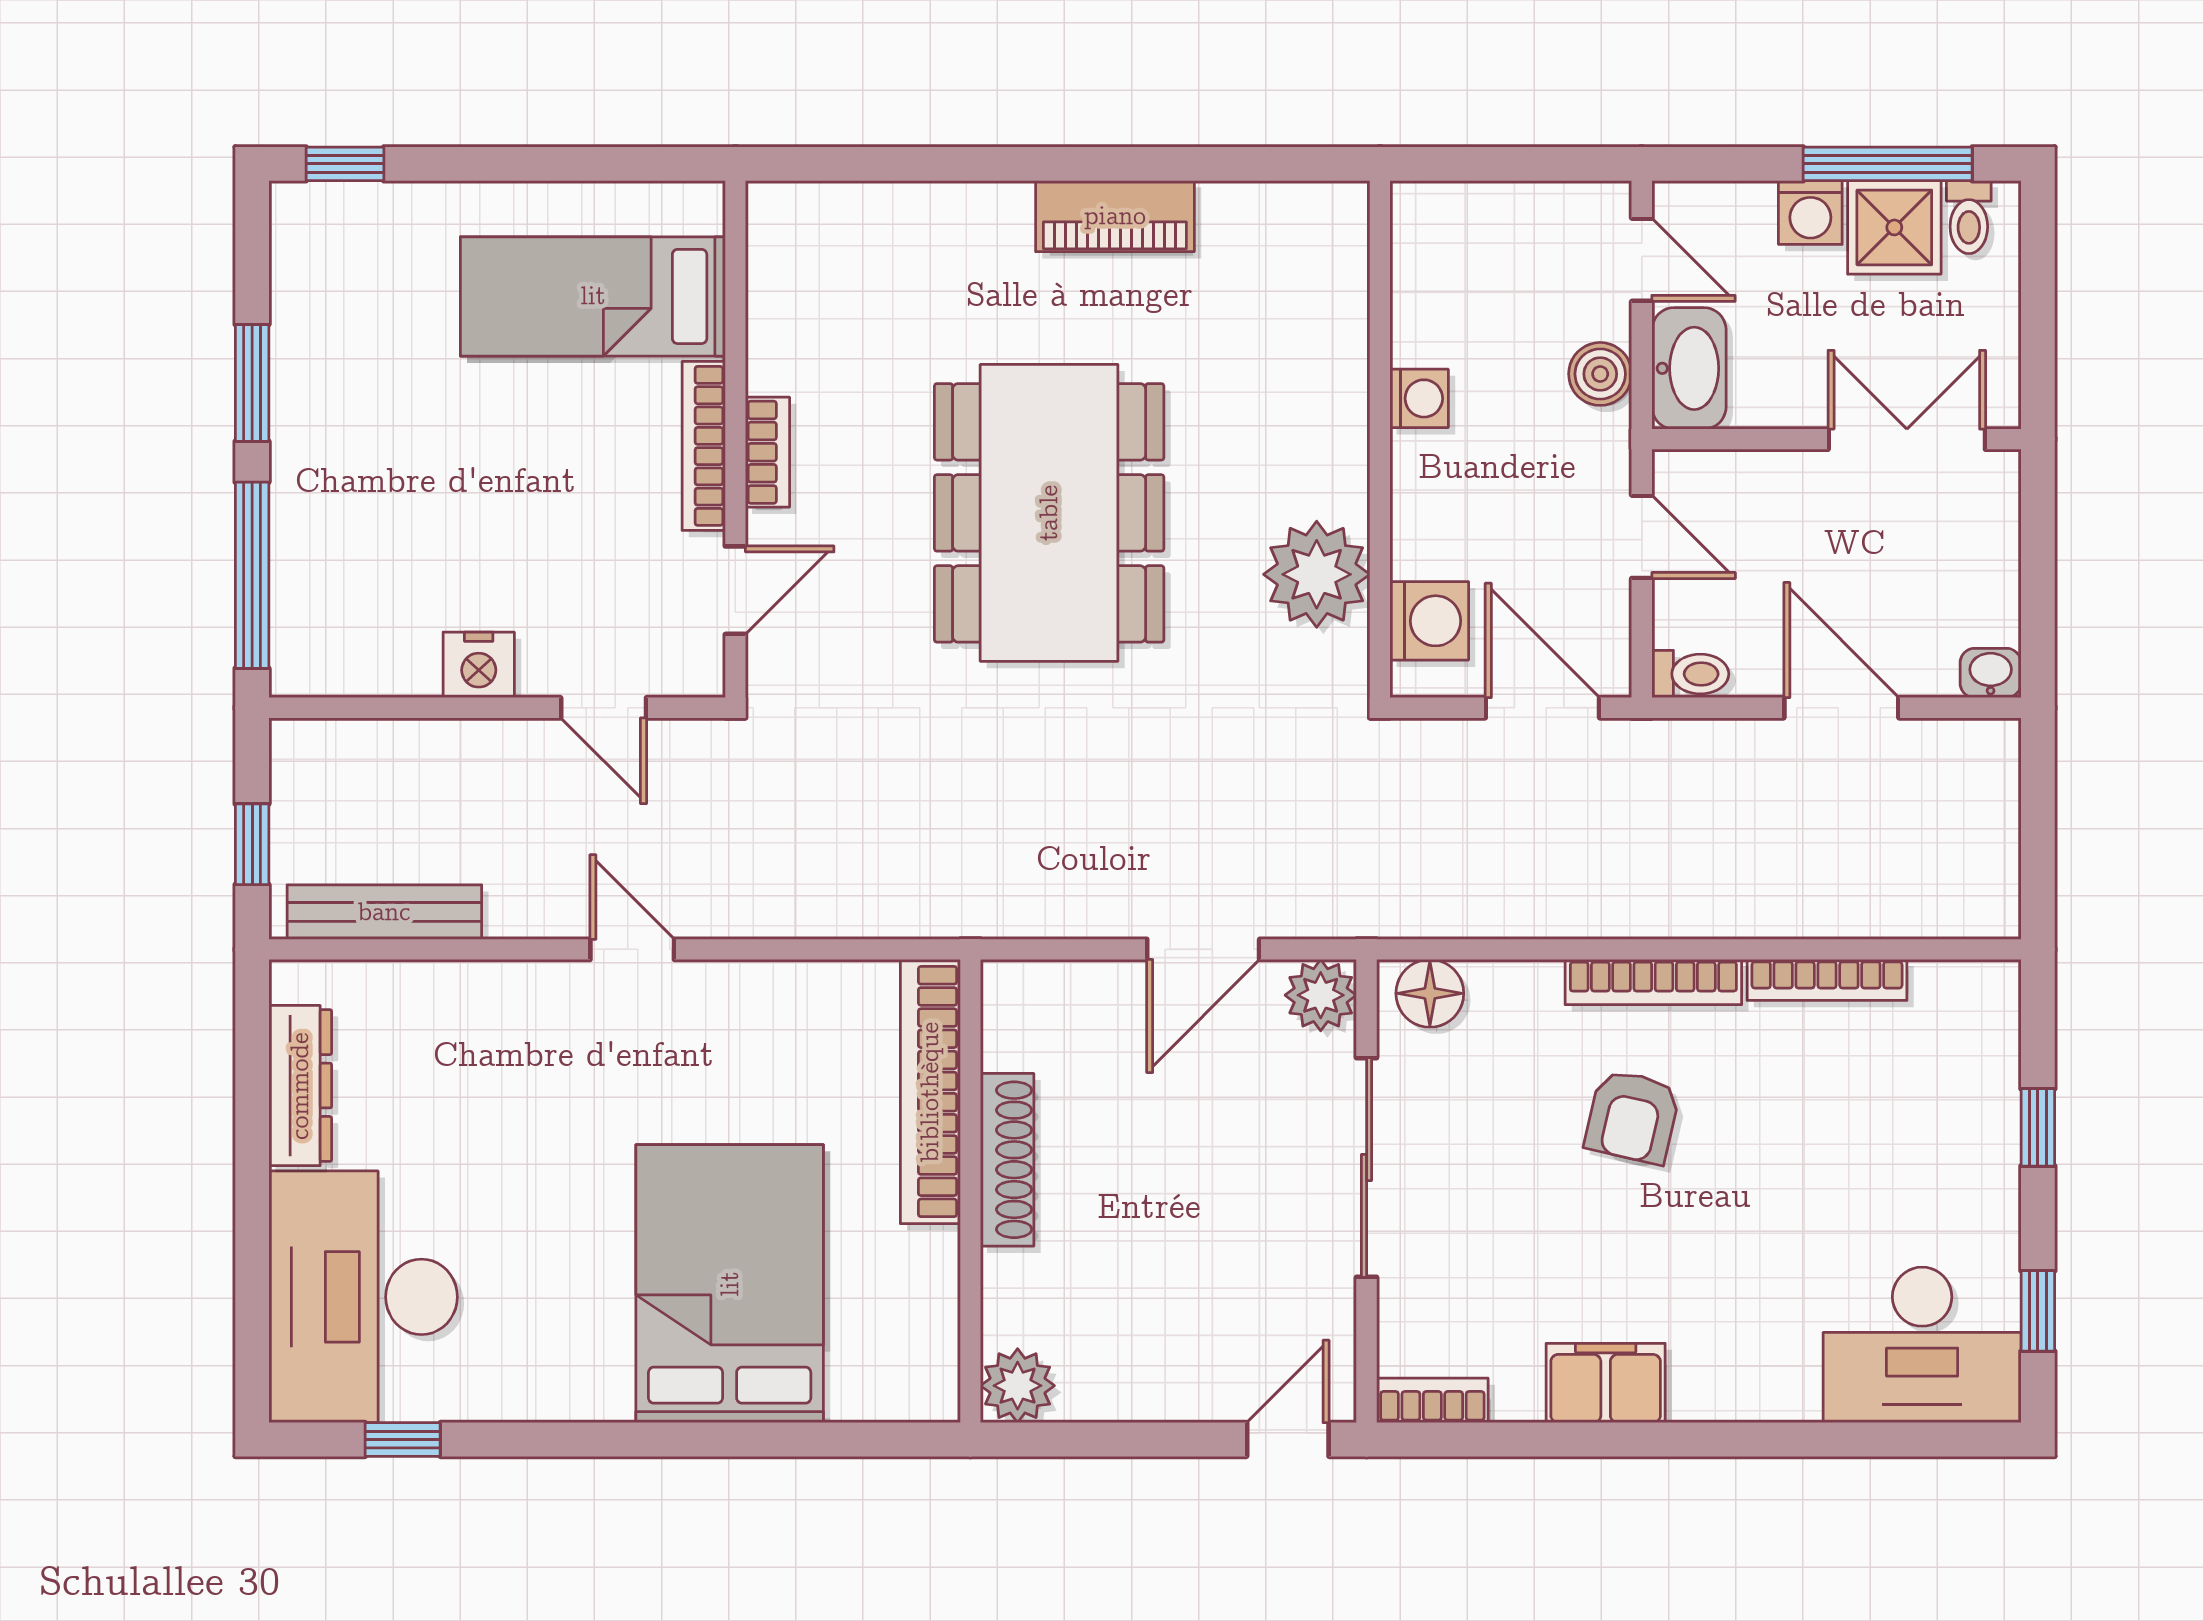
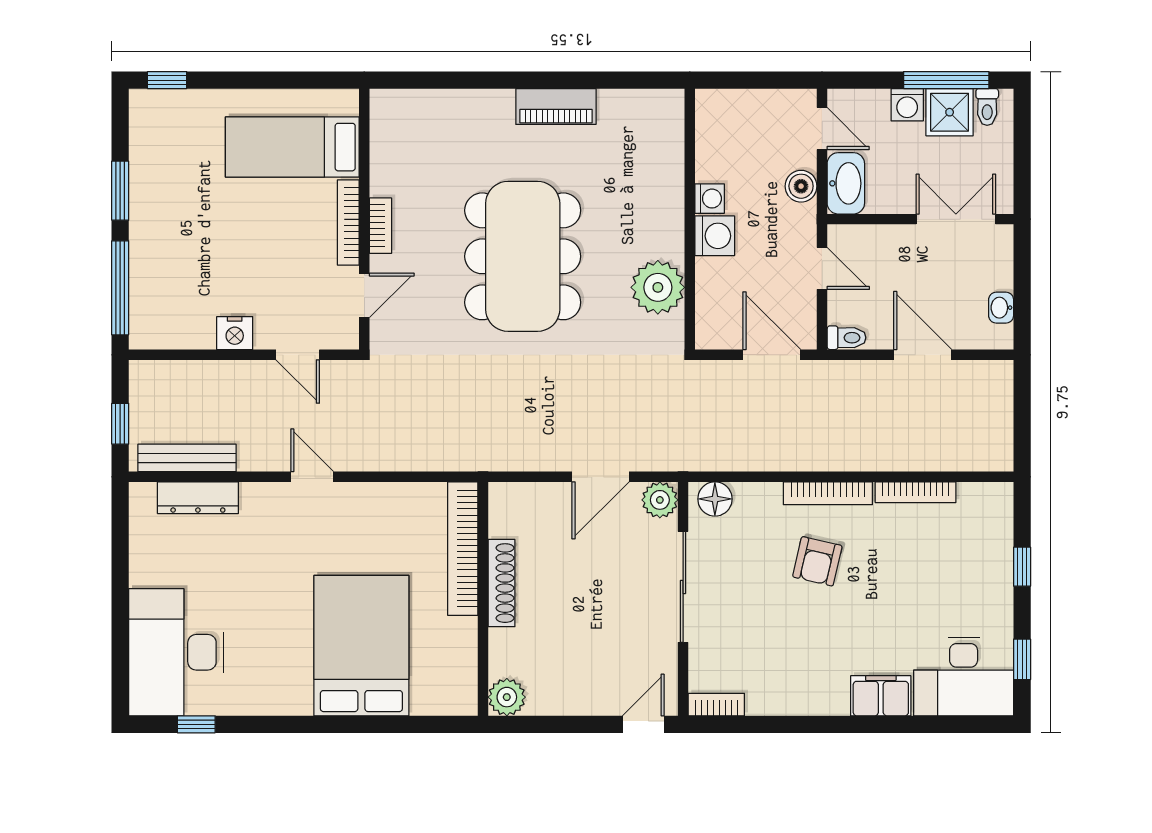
washing machine: (1429, 621) -> (715, 236), moved
washbasin: (1991, 673) -> (1001, 308), moved, turned -90
dresser: (300, 1086) -> (198, 498), moved, turned 90
filing cabinet: (1606, 1383) -> (881, 696), moved

